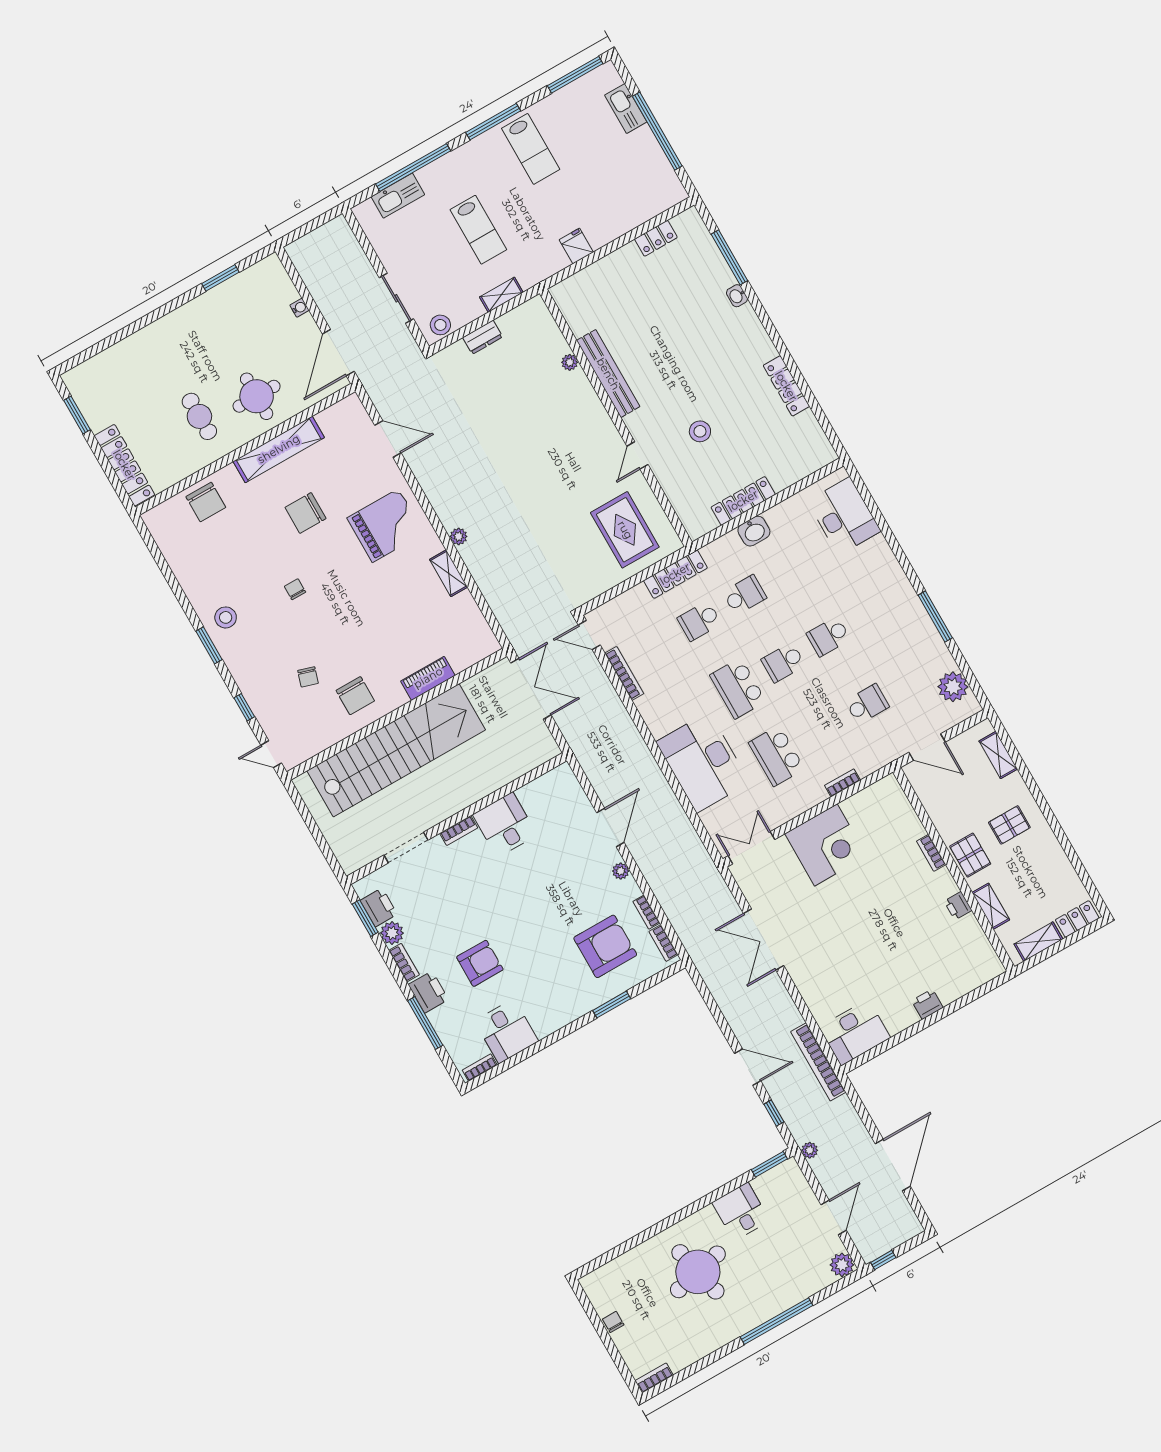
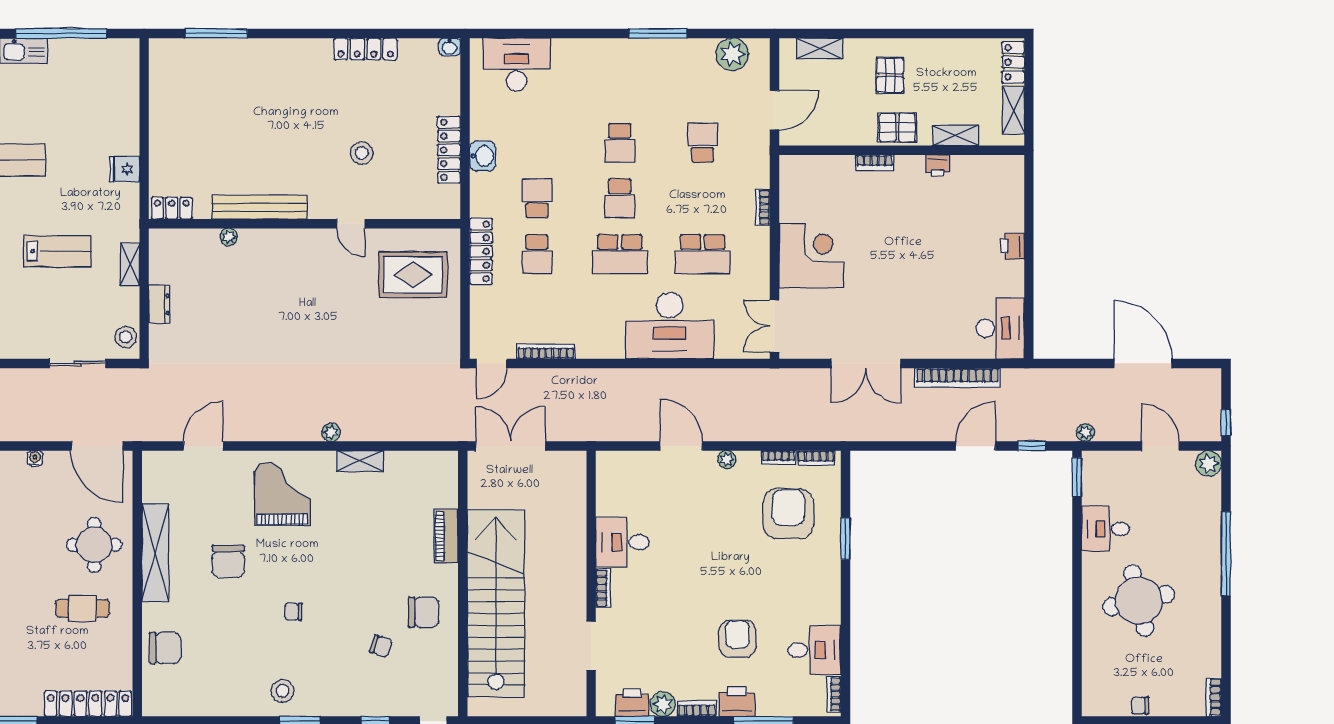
locker: (656, 238) -> (172, 208), moved, turned -90
washbasin: (737, 296) -> (450, 47), moved
bookcase: (818, 1062) -> (957, 378), moved

